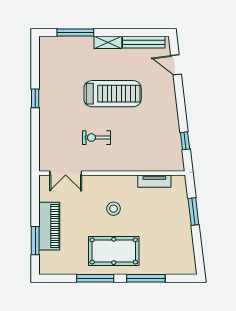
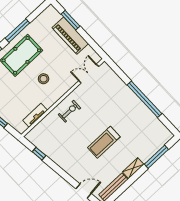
treadmill: (113, 94) -> (104, 142), width x0.73, depth x0.73
window: (35, 98) -> (144, 99), width x3.17
exercise bike: (96, 138) -> (69, 111), moved

